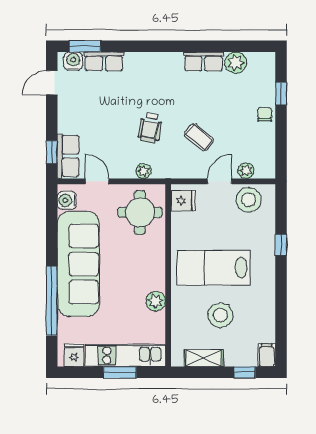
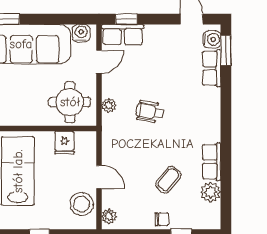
coffee table: (199, 137) -> (168, 180), moved
plant: (246, 171) -> (109, 216), moved
fridge: (183, 201) -> (64, 143), moved

